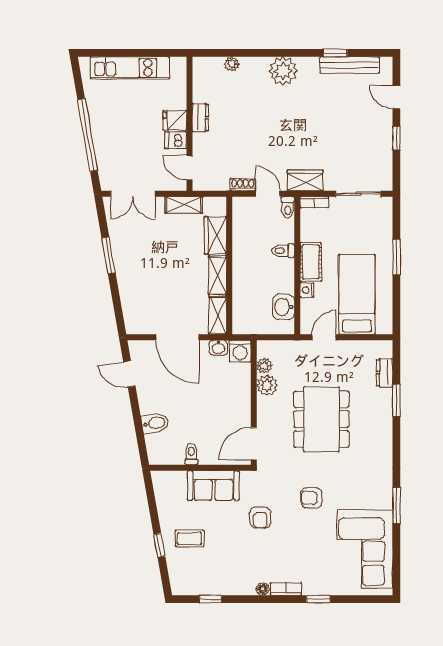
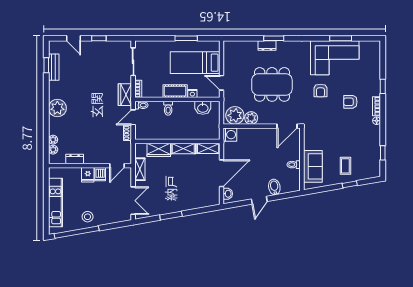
window: (335, 53) -> (46, 65), moved
plant: (216, 64) -> (53, 150), added
bench: (350, 65) -> (54, 67), width x0.73
door: (396, 97) -> (74, 38), hinge flipped
dresser: (200, 118) -> (75, 159), moved
stool: (107, 120) -> (88, 217), added
window: (87, 135) -> (77, 232), moved
window: (396, 257) -> (186, 38), moved
washbasin: (218, 348) -> (228, 194), moved
plant: (264, 366) -> (235, 115), width x1.88, depth x1.88
dresser: (385, 373) -> (267, 46), moved
door: (129, 374) -> (259, 200), moved
window: (396, 400) -> (274, 38), moved
door: (254, 444) -> (287, 126), hinge flipped
sofa: (213, 486) -> (313, 166), moved
window: (396, 505) -> (341, 38), moved
armchair: (260, 518) -> (350, 102), moved, turned 180
corner sofa: (365, 549) -> (335, 58), moved

